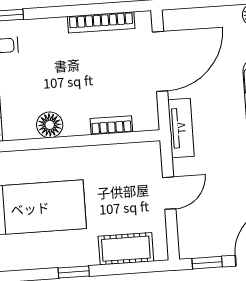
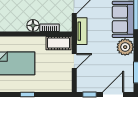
floor lamp: (50, 125) -> (33, 25), moved
cot: (126, 249) -> (58, 43), moved

